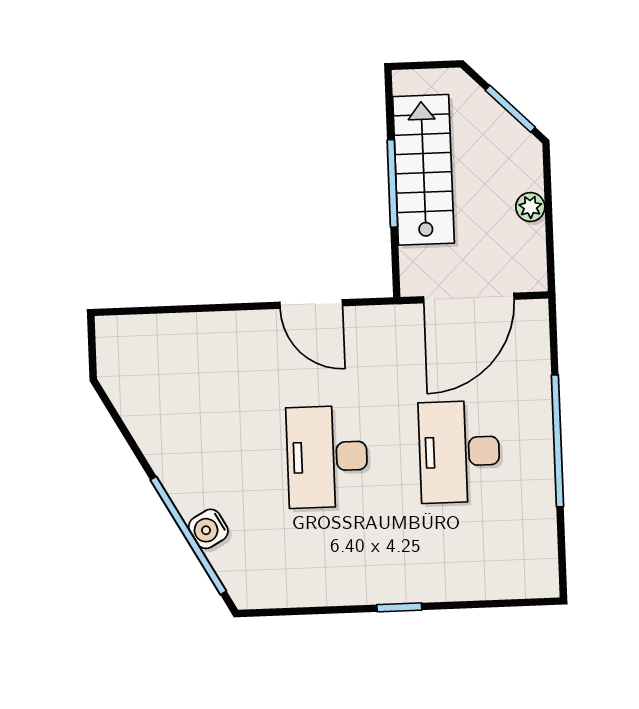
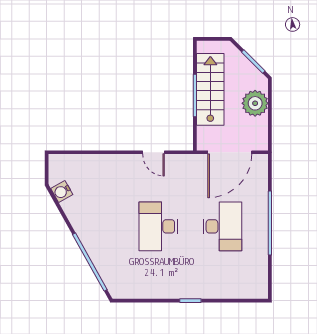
plant: (530, 207) -> (255, 103), width x1.87, depth x1.87
door: (311, 304) -> (154, 152), width x0.73
desk: (459, 452) -> (222, 226), turned 180
water cooler: (208, 529) -> (62, 191), moved

